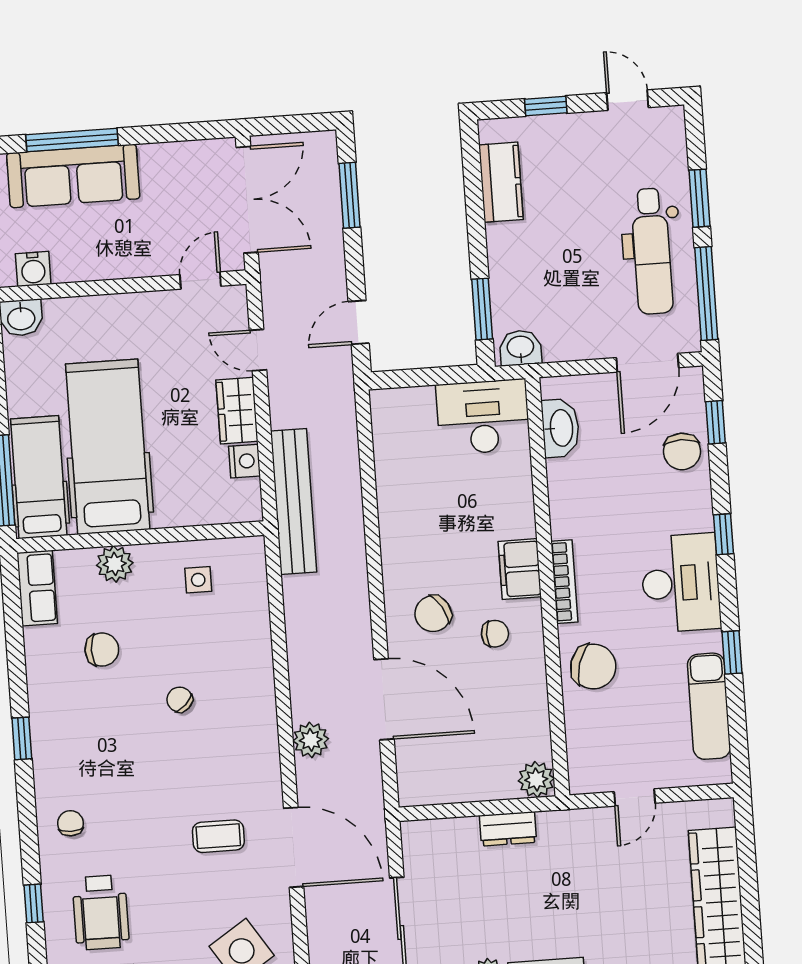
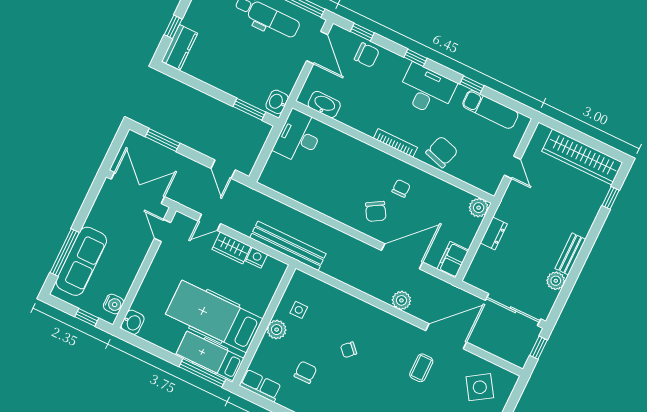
kitchen counter: (501, 182) -> (180, 47), moved, turned 90
plant: (115, 564) -> (277, 330), moved
filing cabinet: (520, 569) -> (453, 260), moved, turned 90

